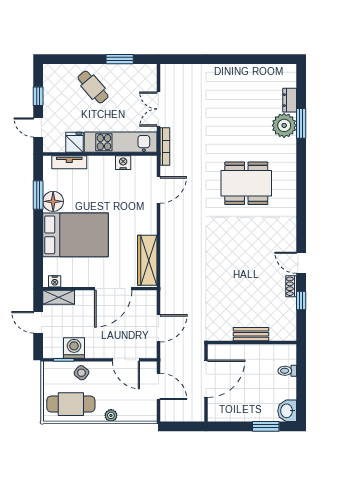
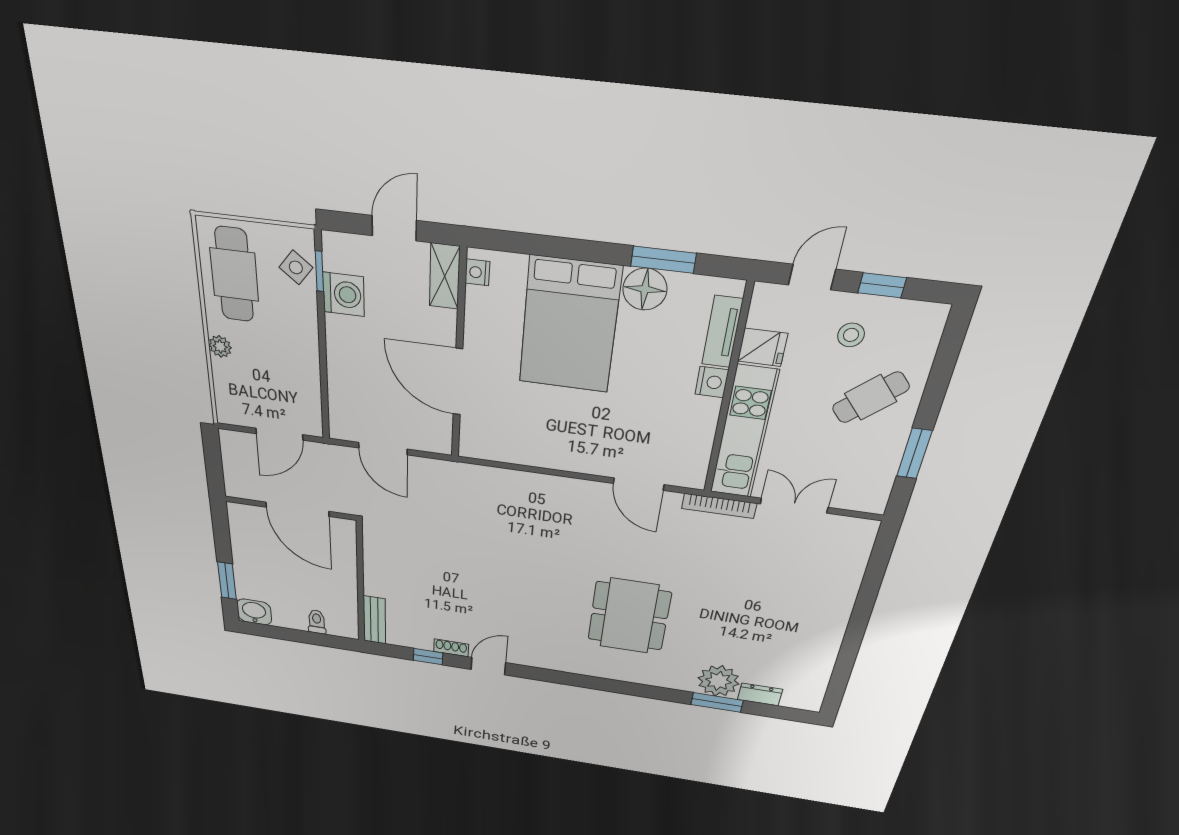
stool: (63, 104) -> (851, 335), added
nightstand: (123, 163) -> (712, 382), moved
wardrobe: (147, 260) -> (508, 447), removed
bench: (251, 334) -> (374, 620), moved
door: (126, 360) -> (324, 386), removed
side table: (81, 373) -> (296, 267), moved

